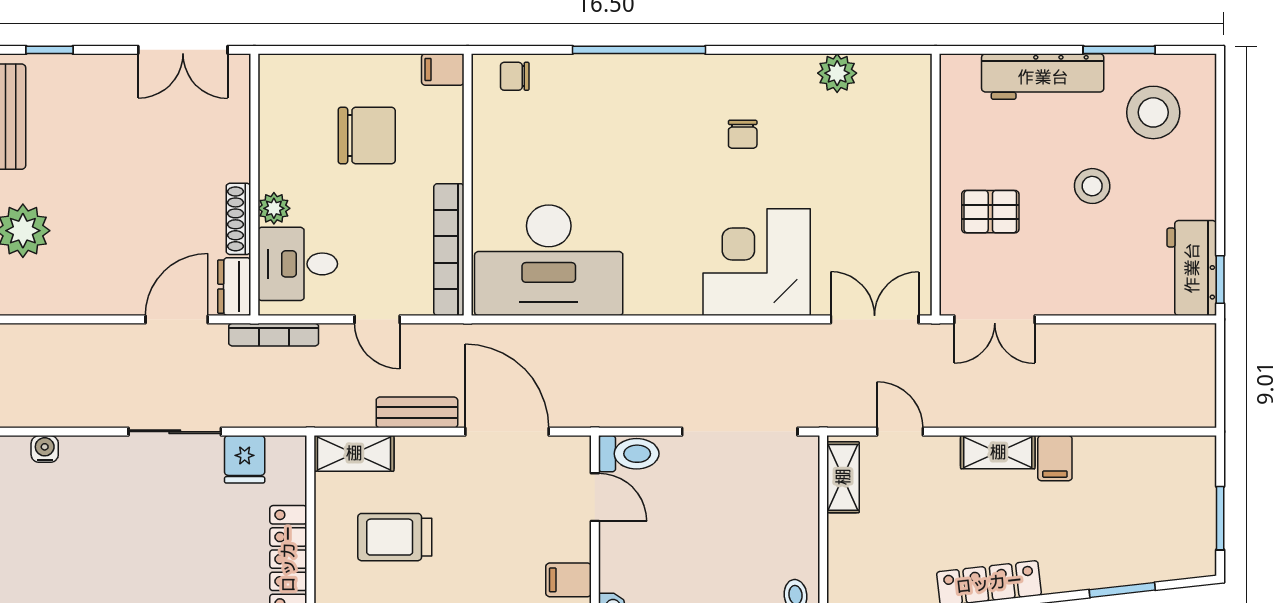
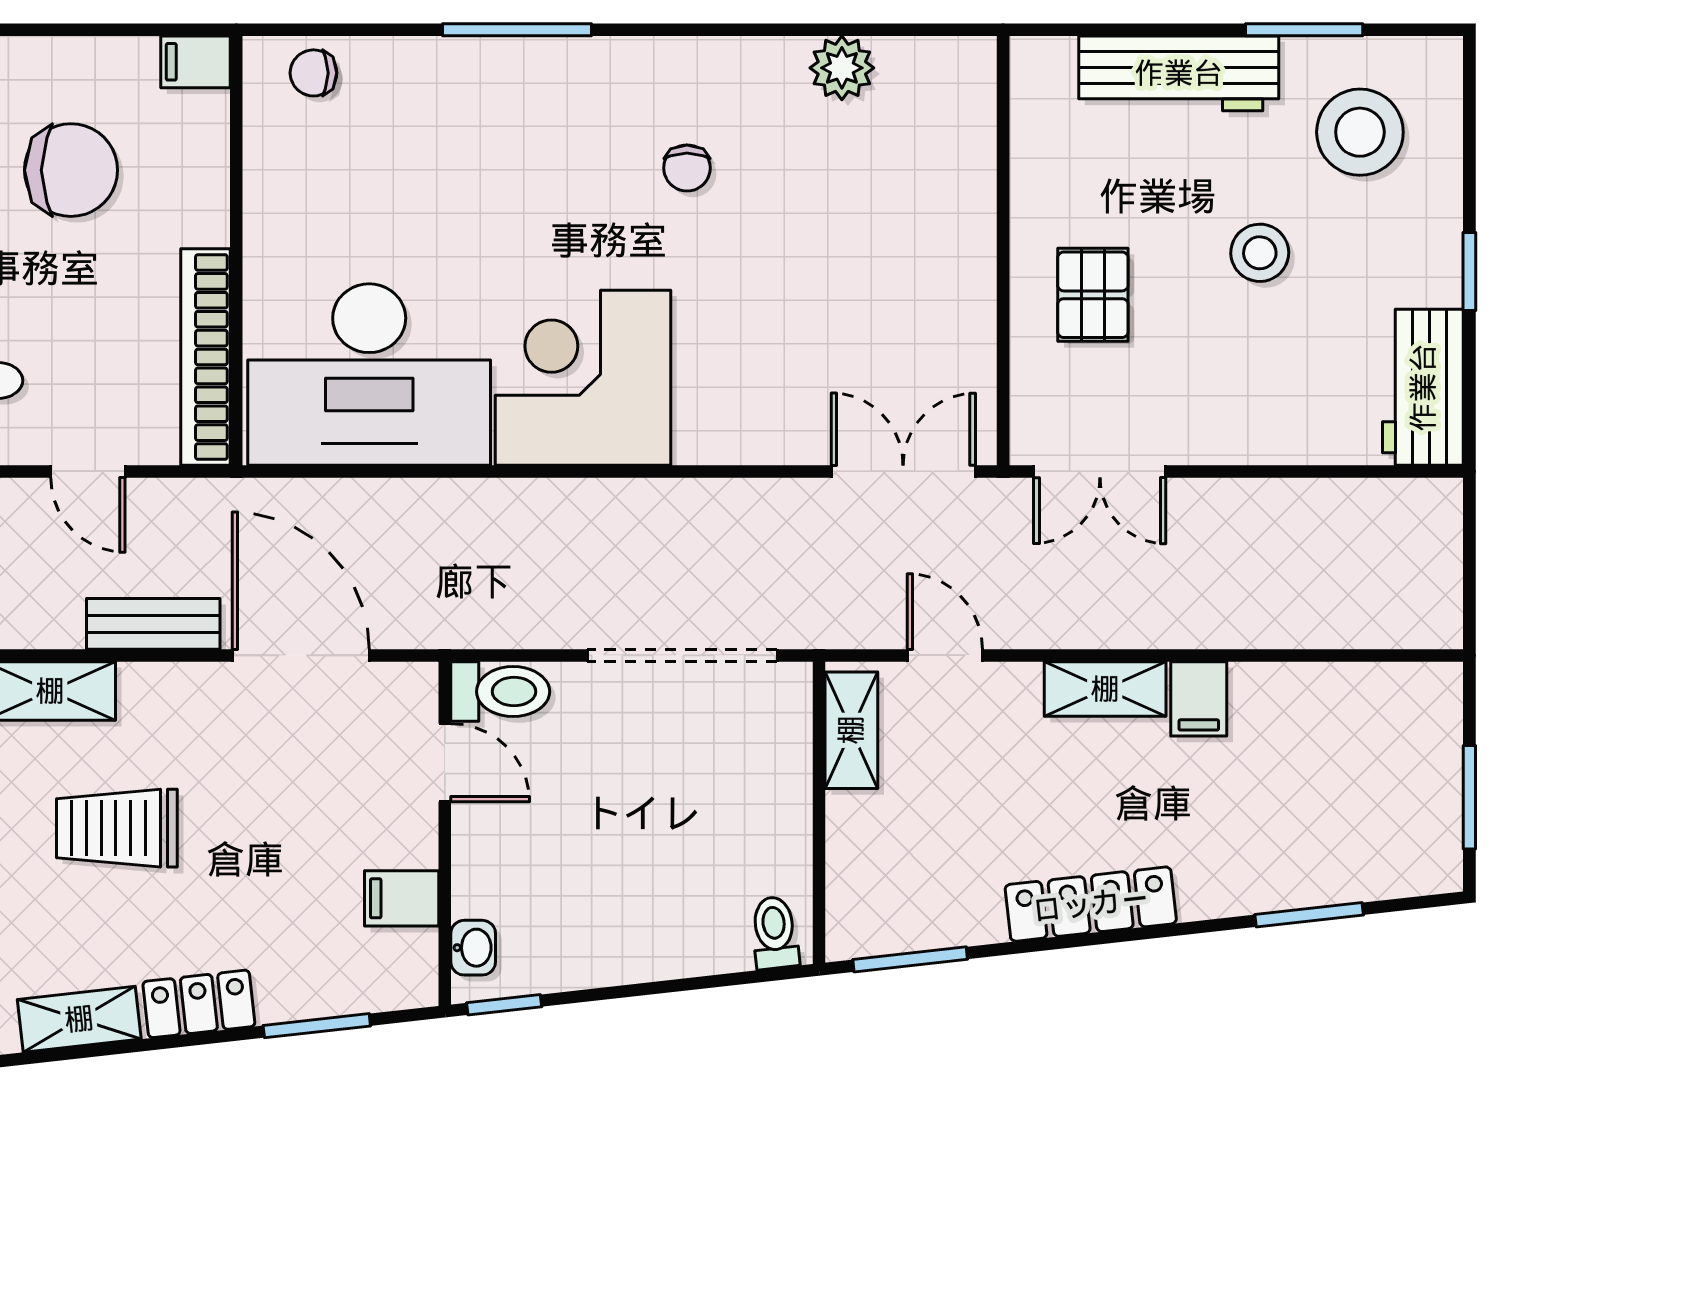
window: (639, 50) -> (517, 30), width x0.68
pallet: (990, 212) -> (1093, 295), turned 90
corner desk: (757, 262) -> (583, 378), moved
window: (1220, 279) -> (1469, 272), moved

